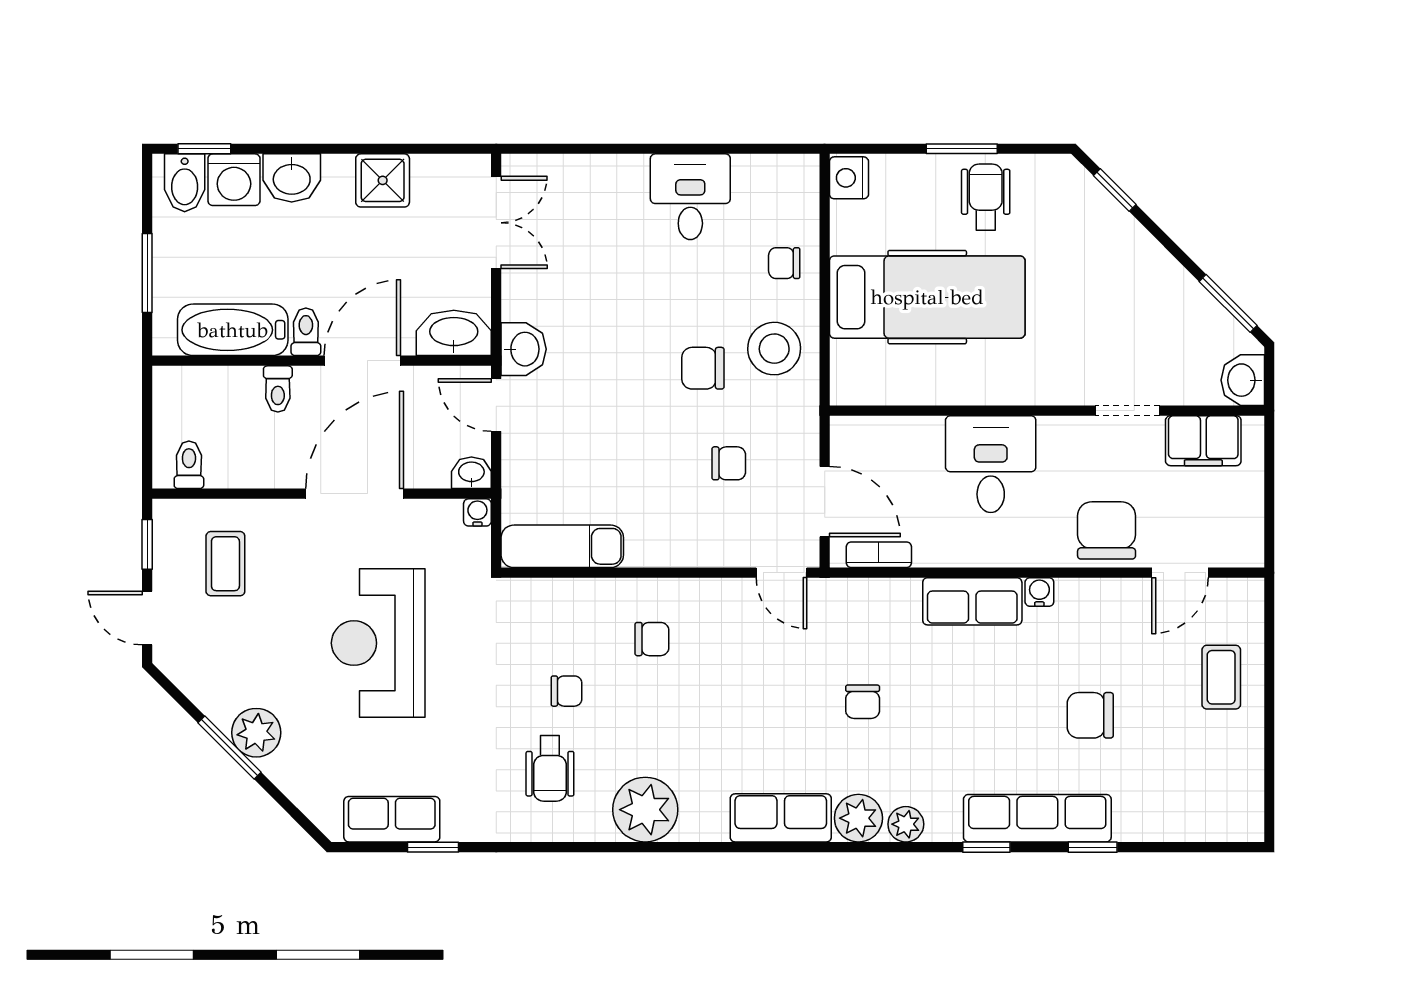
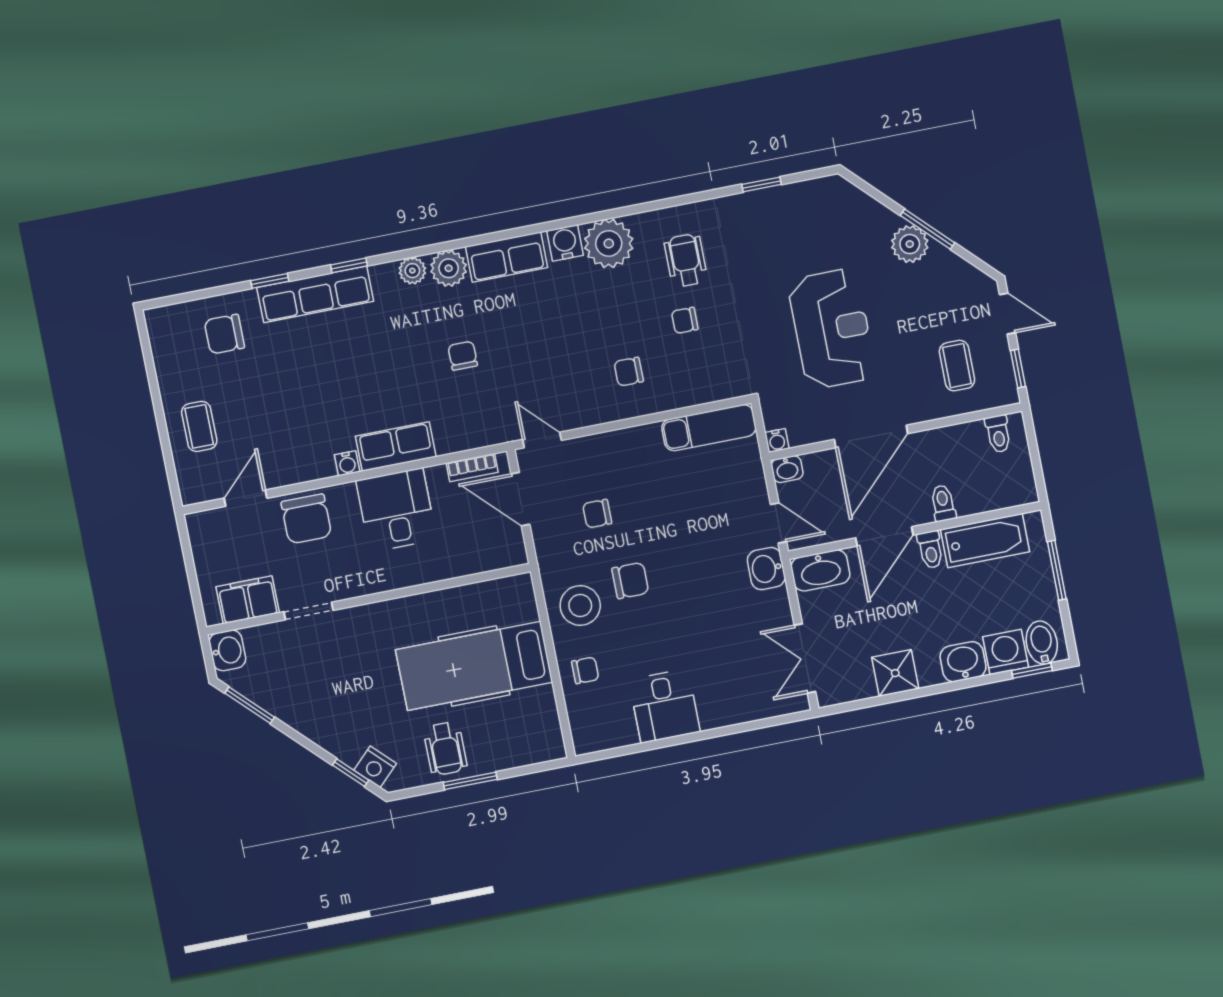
nightstand: (849, 178) -> (375, 767), moved, turned 135
desk: (991, 464) -> (396, 510), moved, turned 180
chair: (1090, 715) -> (224, 334), moved, turned 180
row of seats: (392, 819) -> (796, 199), removed
water cooler: (702, 821) -> (565, 243), added

